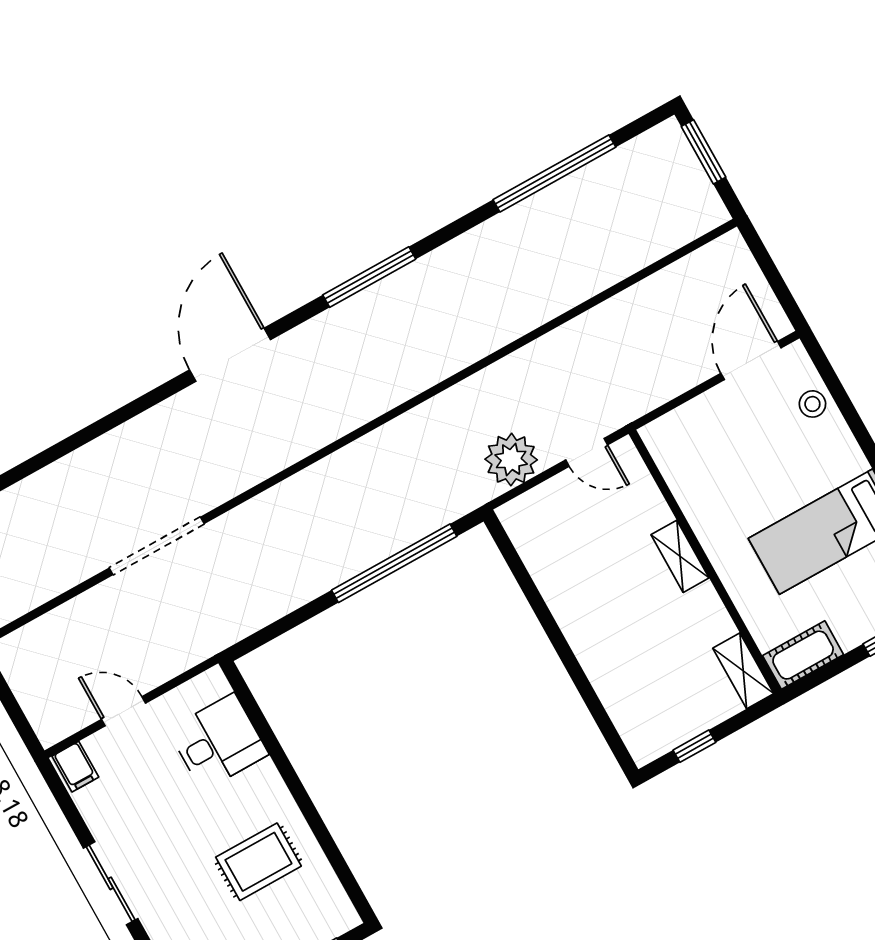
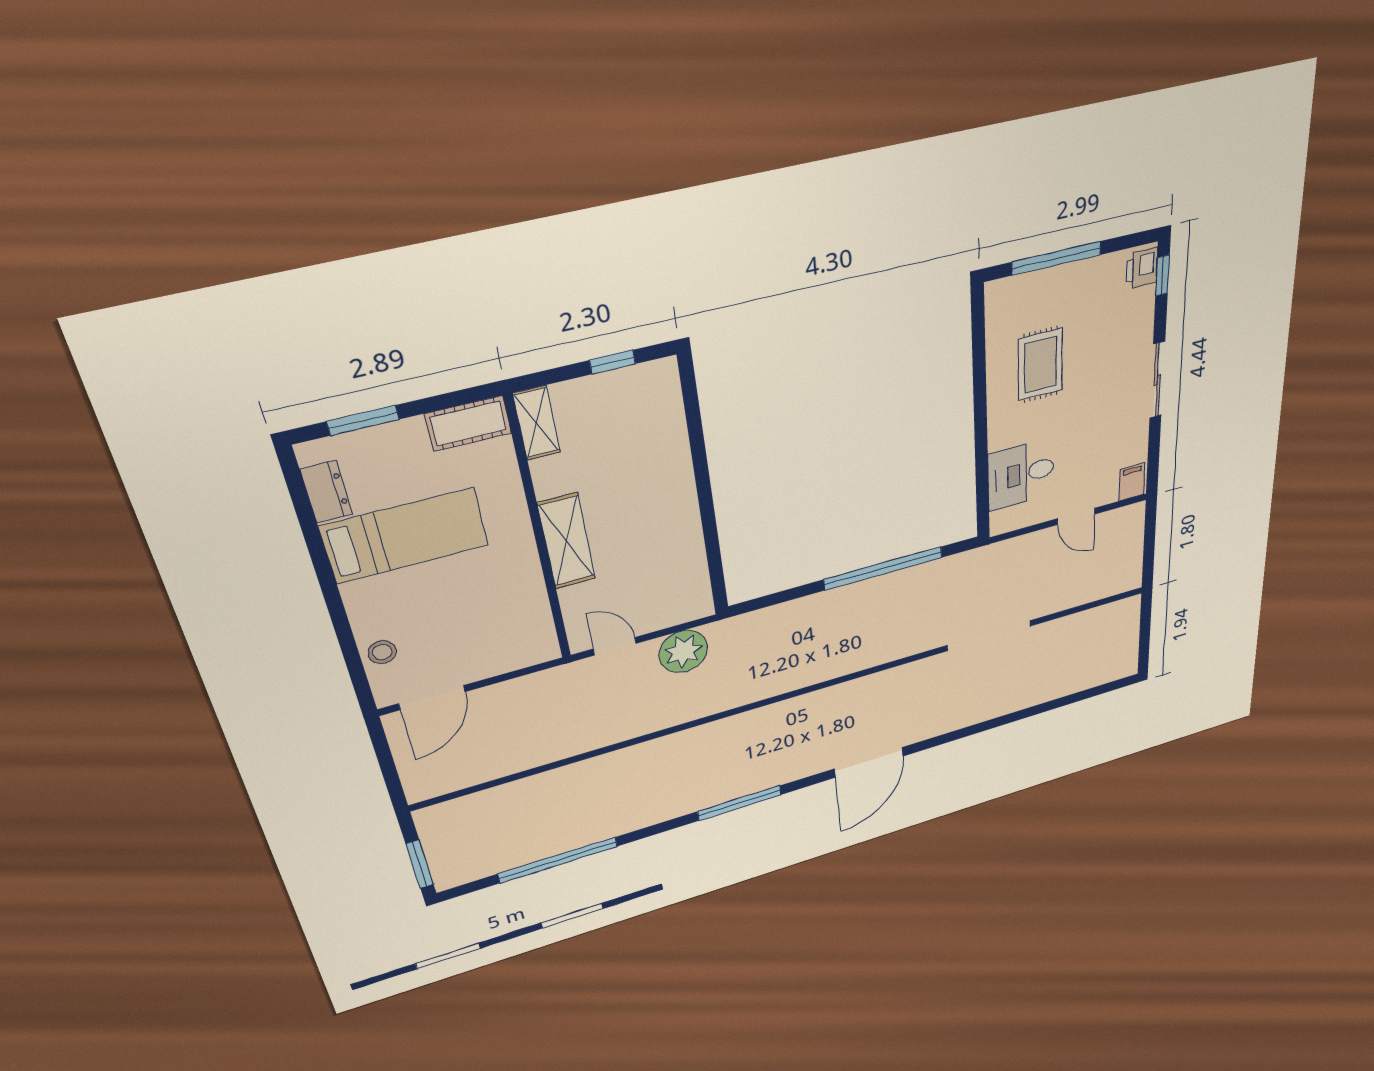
shelving: (680, 556) -> (566, 541), width x1.50, depth x1.33
window: (394, 563) -> (883, 568), moved
rug: (258, 862) -> (1040, 365), turned 90

